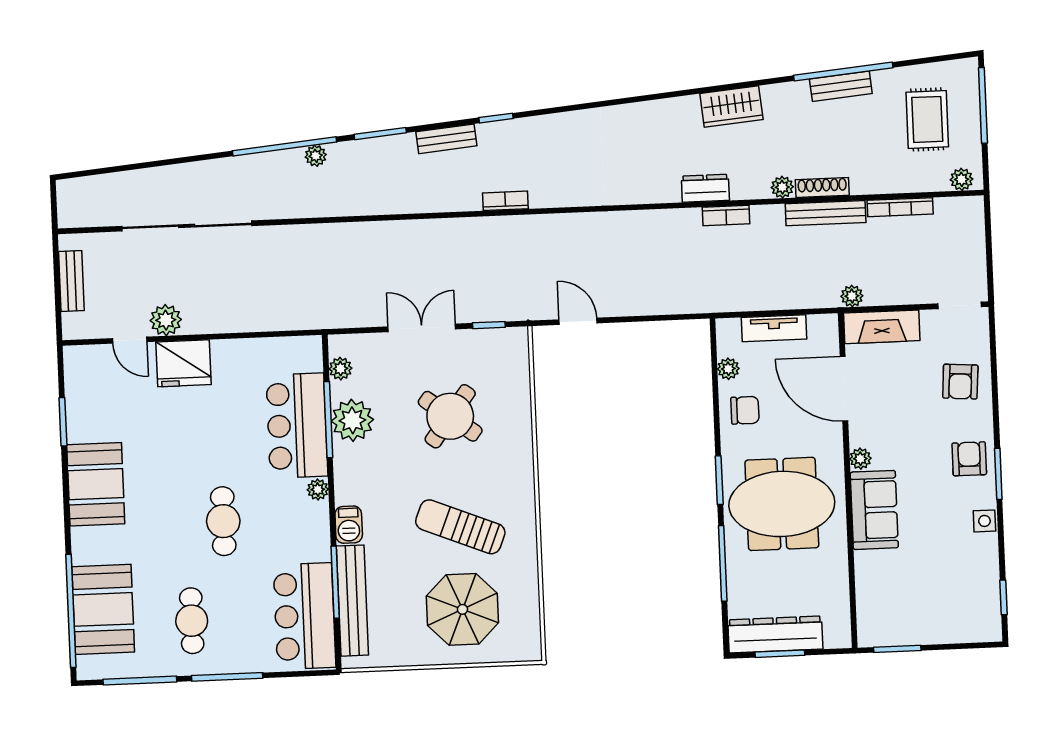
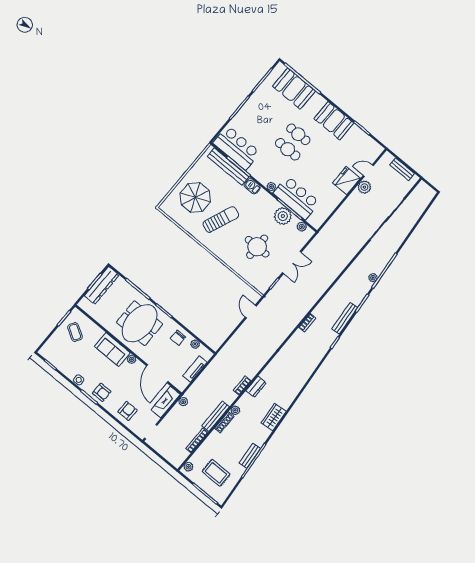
bench: (446, 139) -> (345, 318), width x1.36
door: (578, 321) -> (251, 312), swing flipped
armchair: (960, 382) -> (128, 411), turned 86
door: (844, 389) -> (157, 374), swing flipped
round table: (450, 416) -> (257, 247), turned -37
coffee table: (904, 606) -> (75, 332), added
cafe table: (192, 621) -> (298, 134), moved

